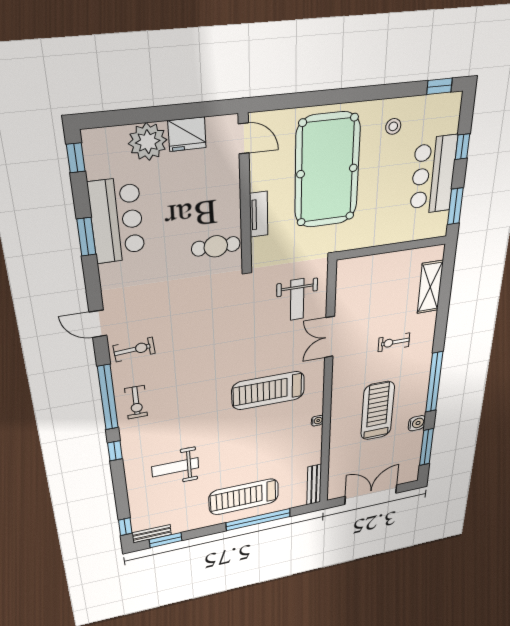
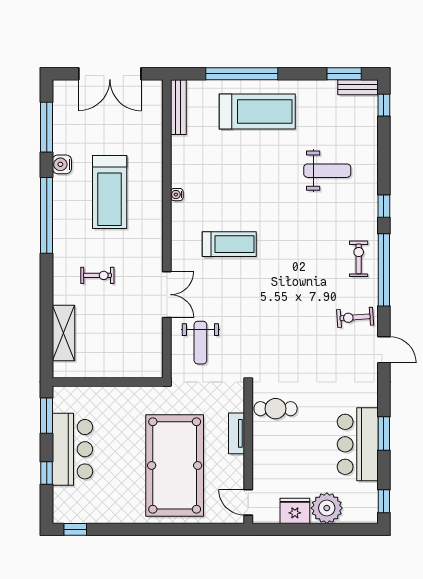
stool: (393, 126) -> (115, 499), removed
weight bench: (297, 299) -> (200, 343), turned 180
treadmill: (268, 391) -> (229, 244), width x0.73, depth x0.73

